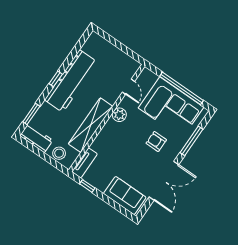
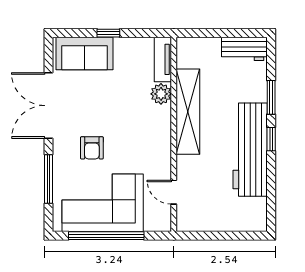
window: (31, 114) -> (271, 97), moved
plant: (119, 115) -> (161, 94), moved
armchair: (156, 142) -> (92, 148), turned 90
stool: (59, 153) -> (203, 49), removed
window: (87, 186) -> (108, 33), moved

